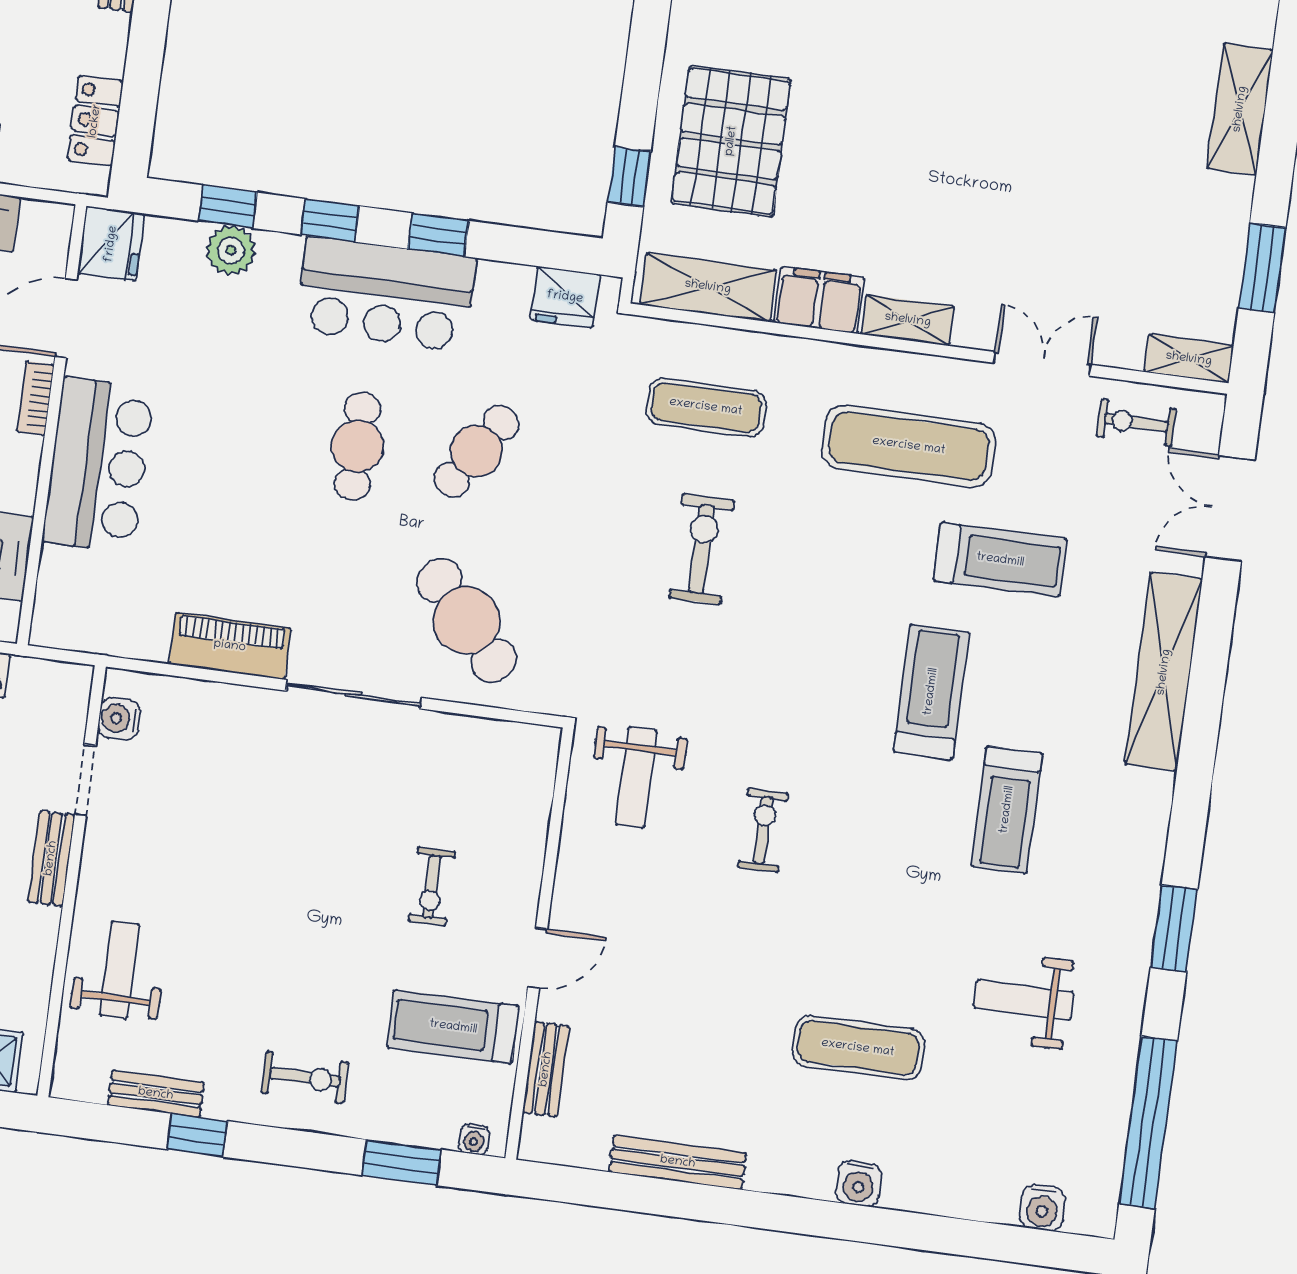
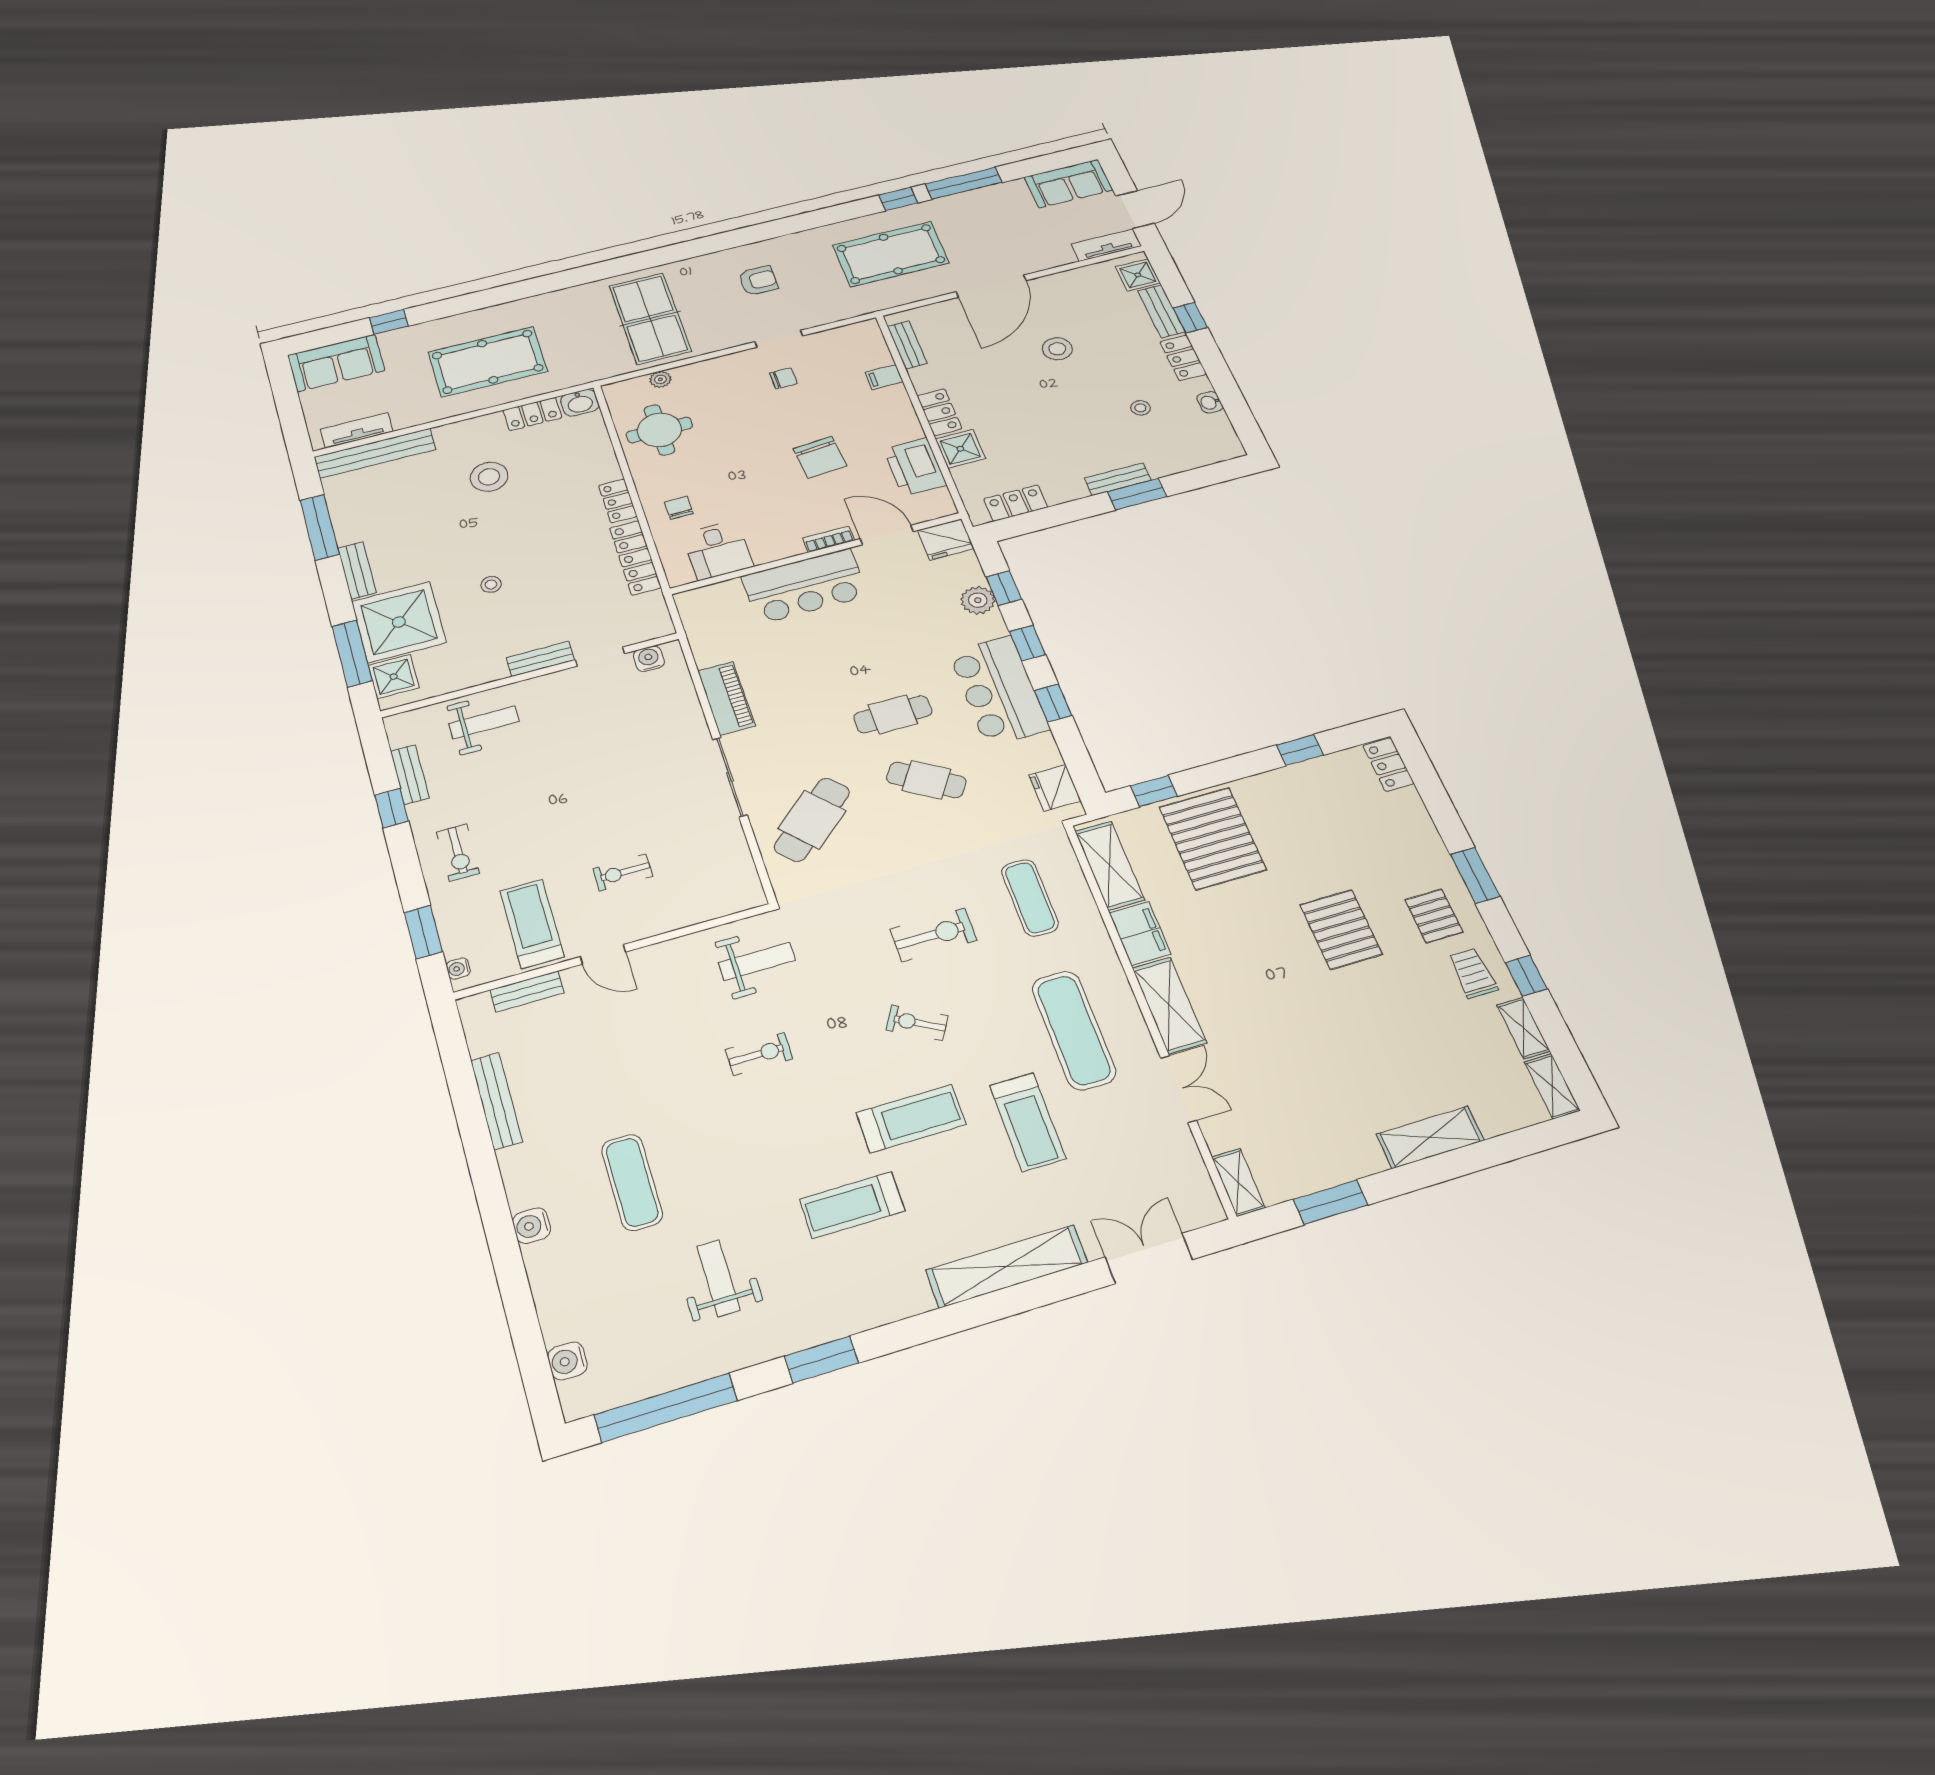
pallet: (929, 57) -> (1341, 929), added
pallet: (731, 141) -> (1213, 838), turned 90
shelving: (908, 320) -> (1169, 1005), width x1.50, depth x1.33
exercise bike: (1136, 423) -> (917, 1023), moved, turned -60
weight bench: (636, 778) -> (757, 961), turned 180

